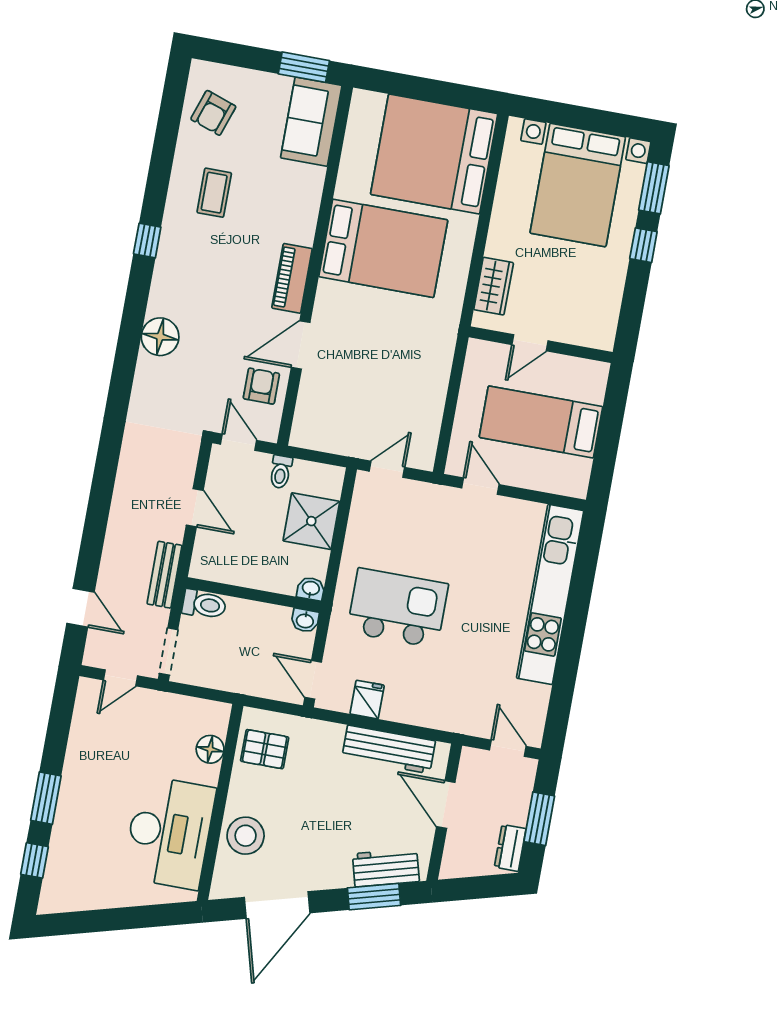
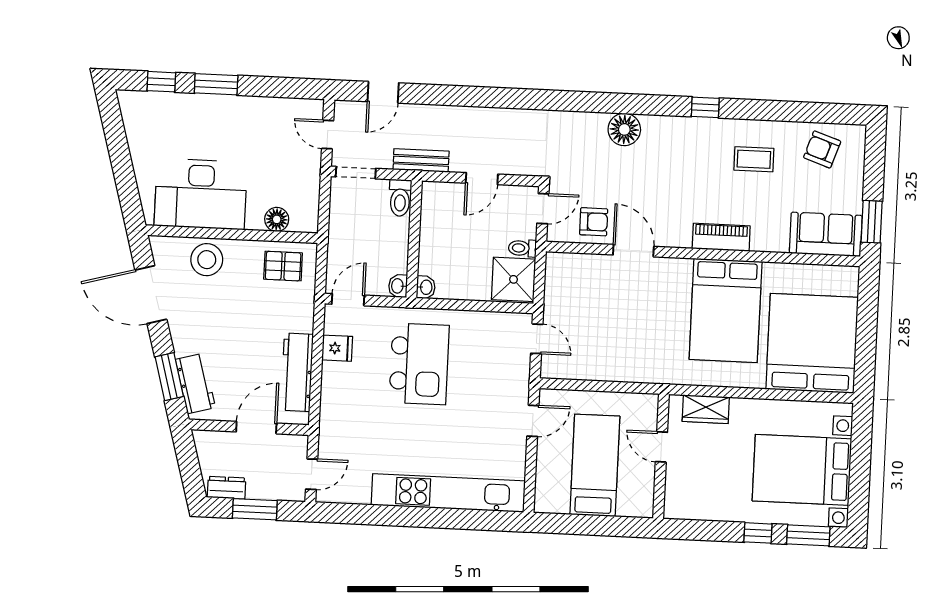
piano: (292, 278) -> (721, 237), moved
shower: (311, 521) -> (513, 279), moved
pallet: (265, 749) -> (283, 266), turned 90

